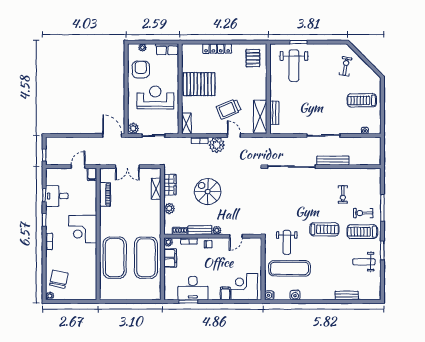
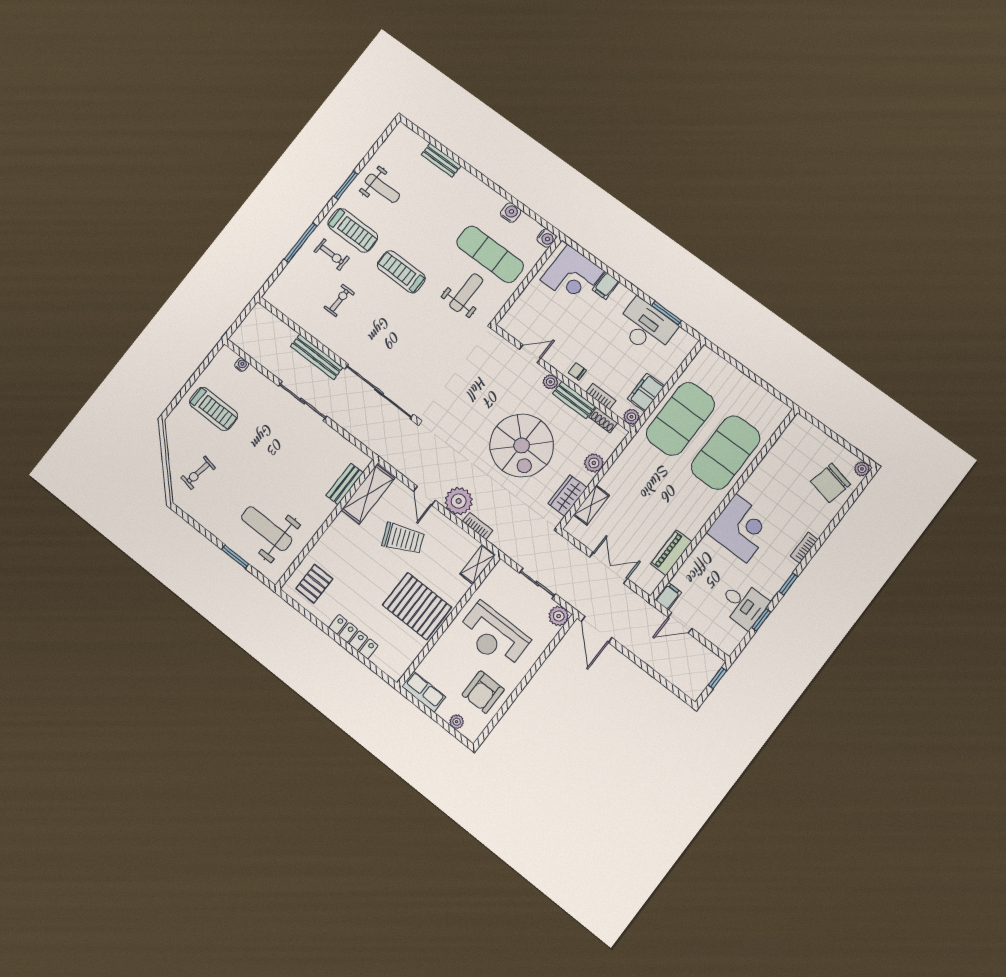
weight bench: (294, 66) -> (267, 529), turned -90
spiral stairs: (208, 192) -> (522, 445), width x1.37, depth x1.37

